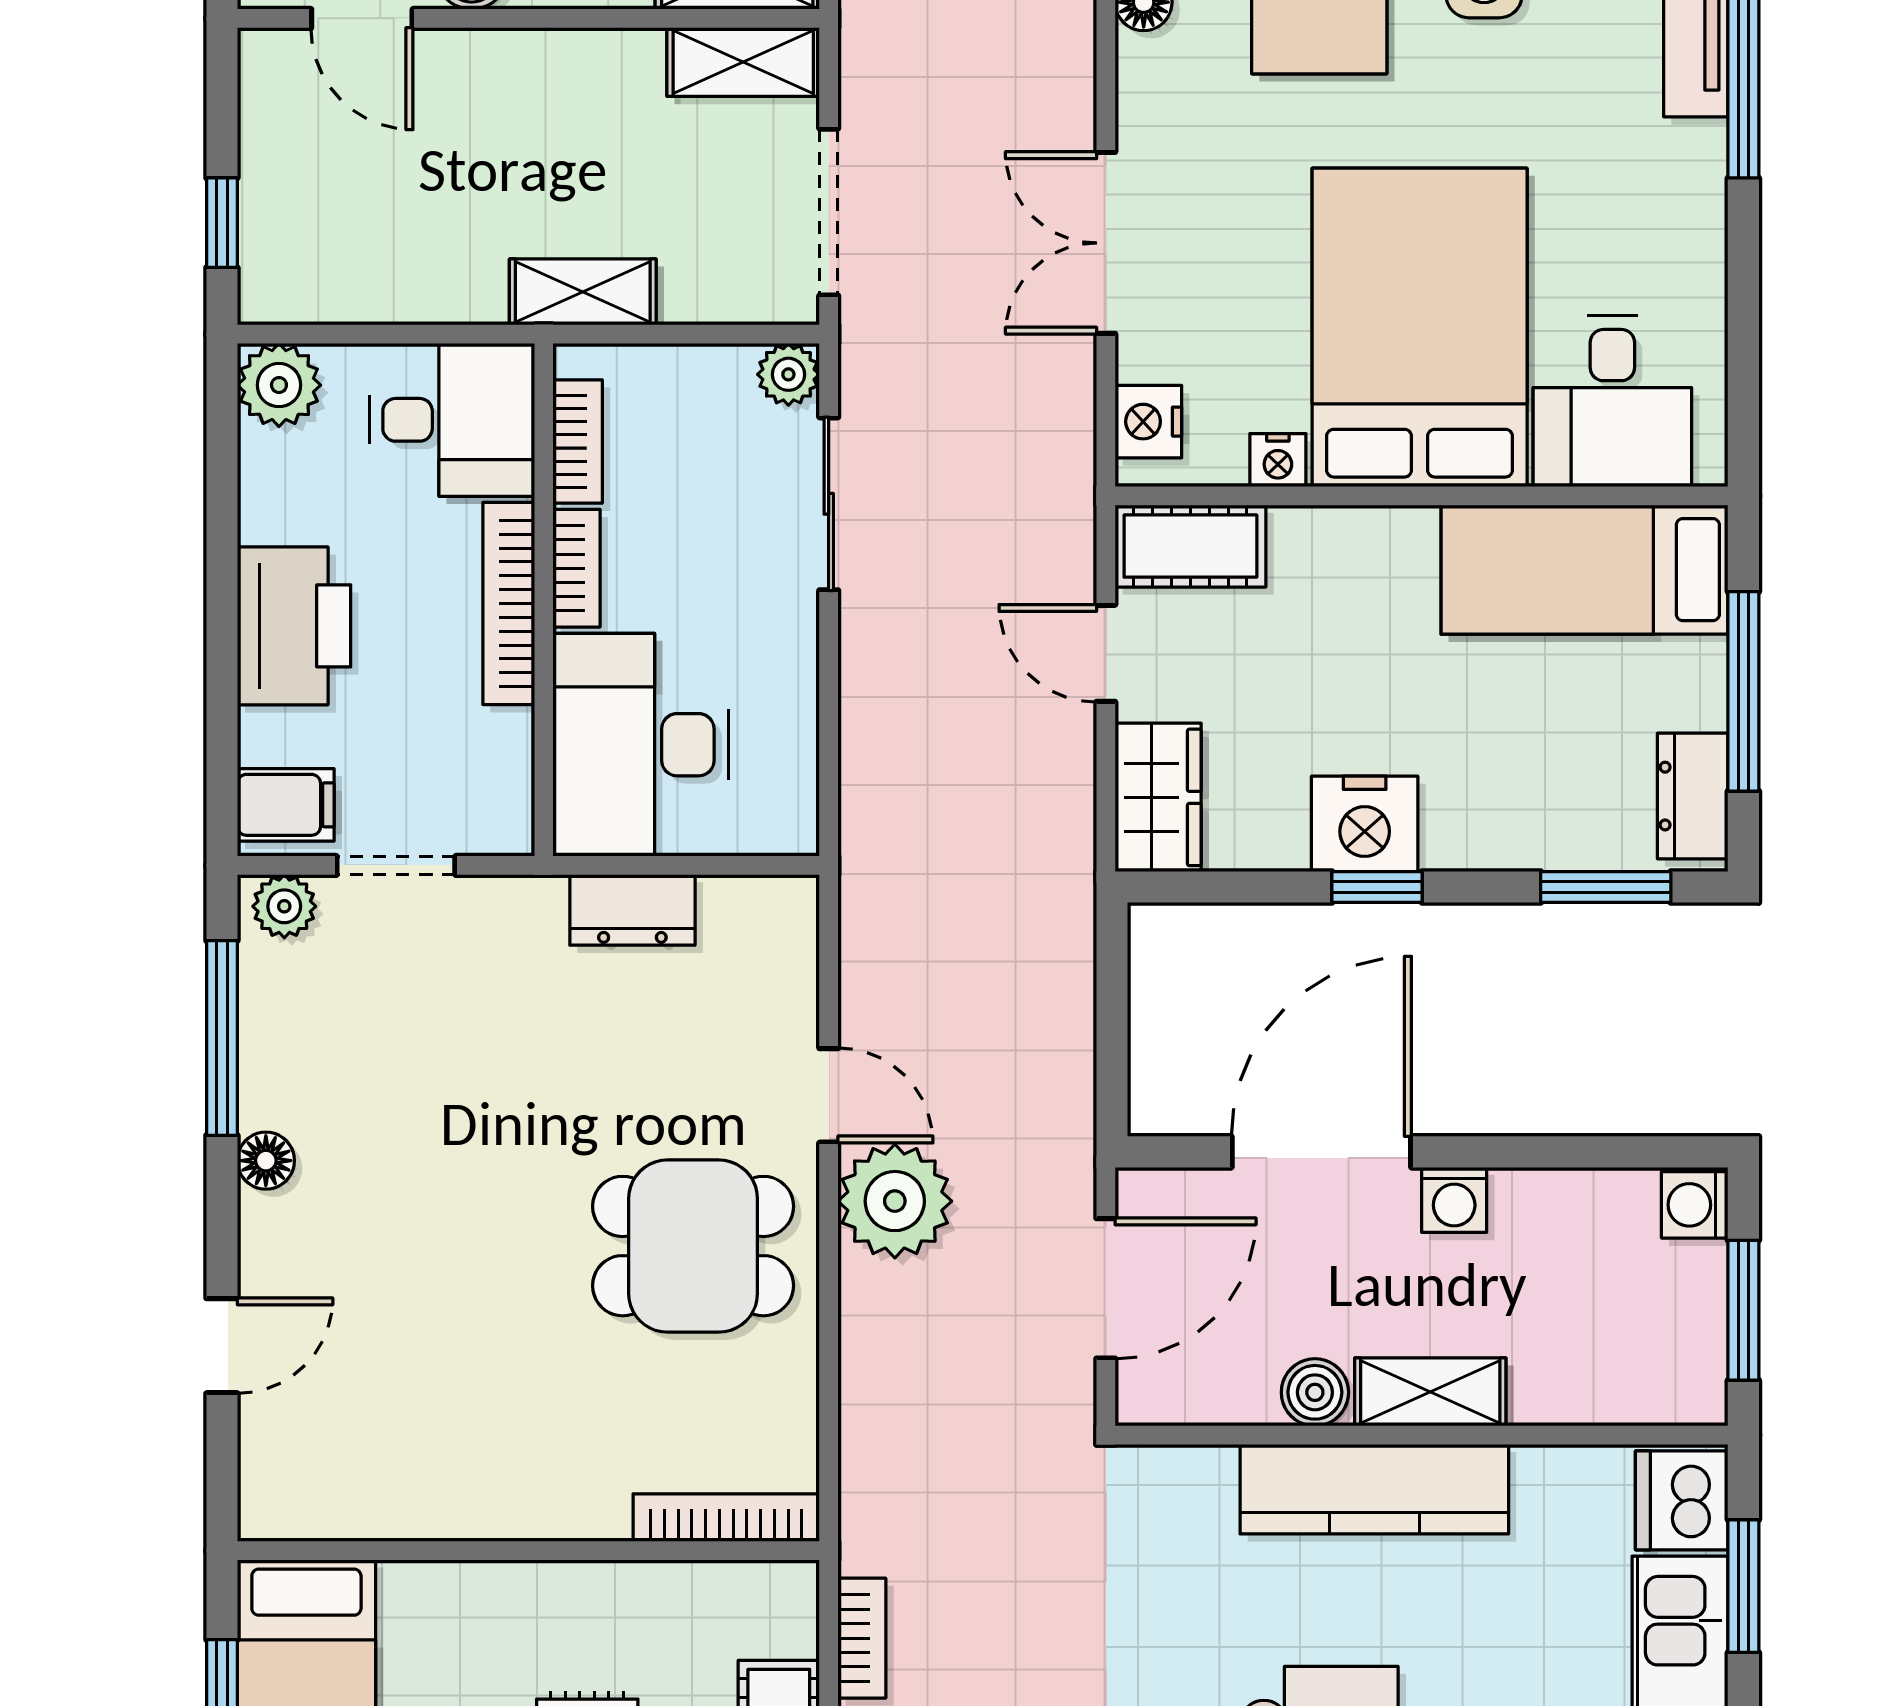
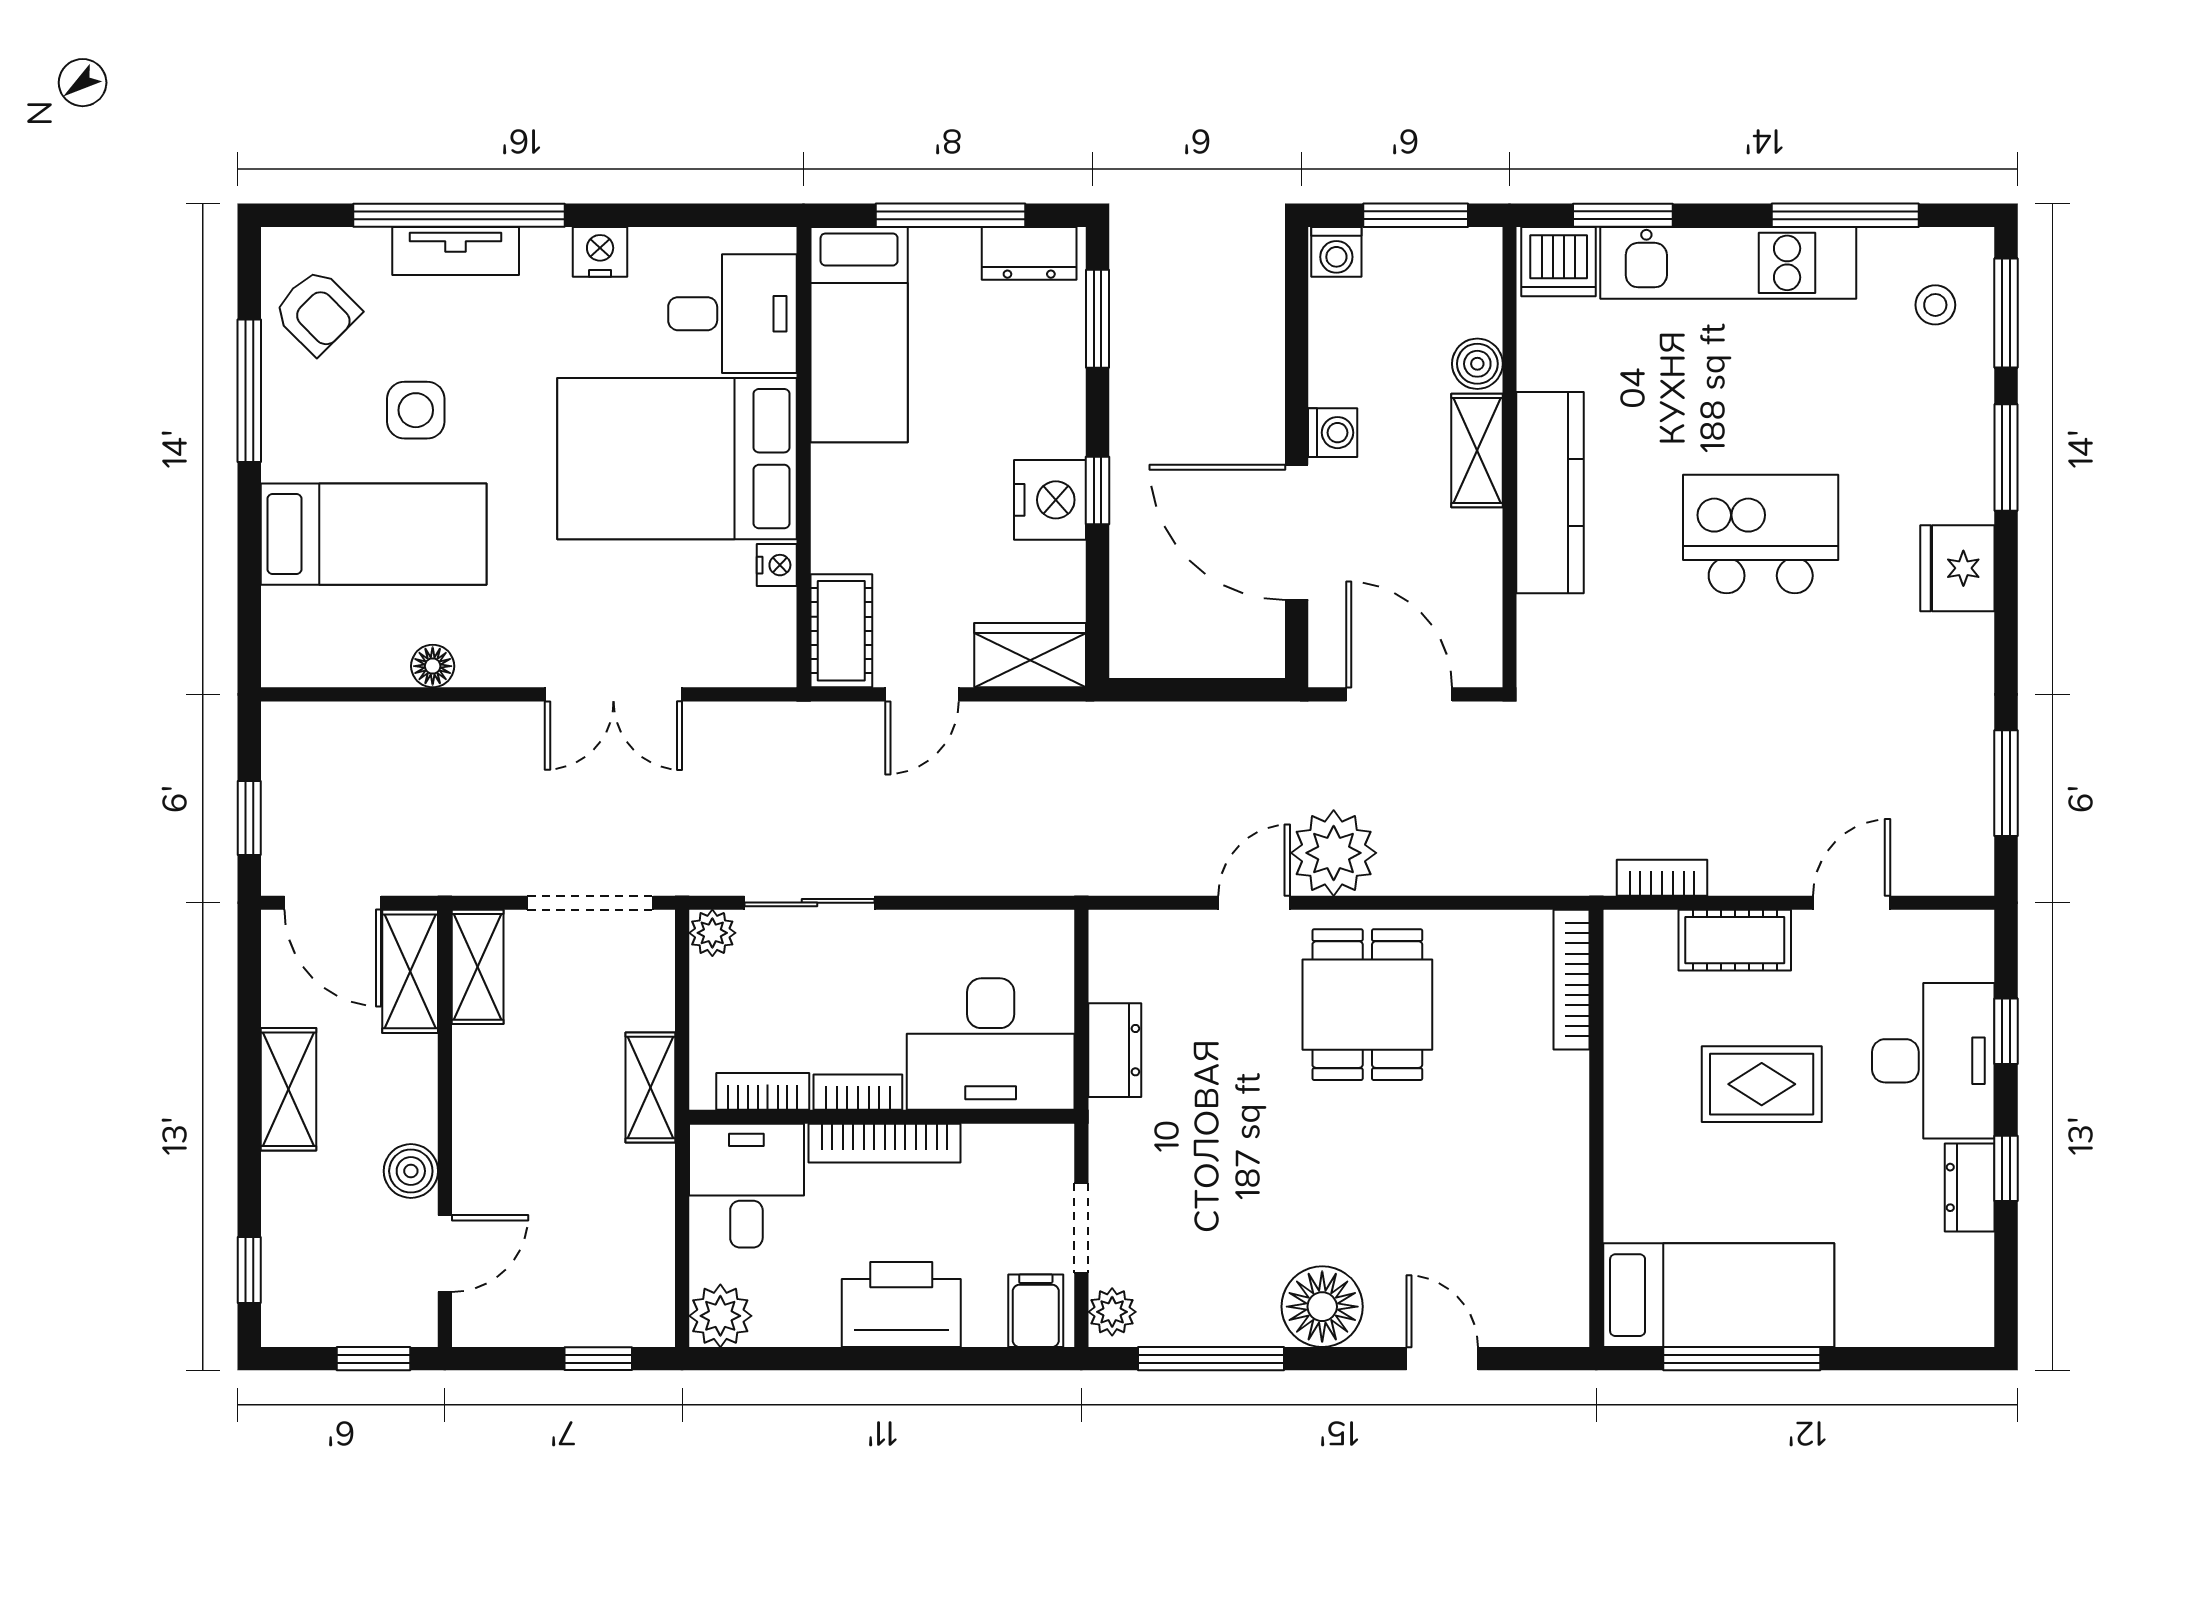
nightstand: (1148, 422) -> (600, 252), moved, turned 180
floor lamp: (266, 1161) -> (1322, 1307), width x1.89, depth x1.89
boiler: (1315, 1392) -> (1477, 364), moved

